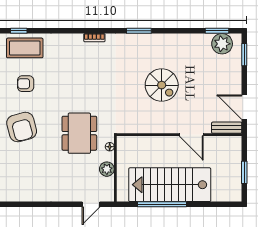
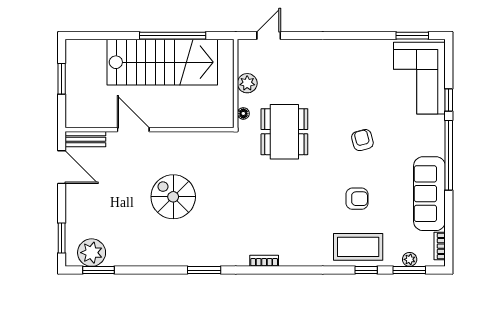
armchair: (22, 127) -> (362, 140), width x0.53, depth x0.53

